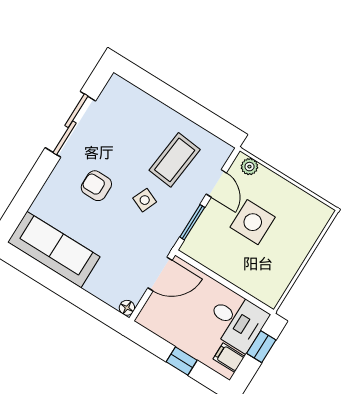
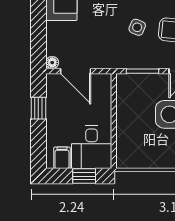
door: (160, 274) -> (76, 71), moved
window: (182, 361) -> (38, 108), moved

